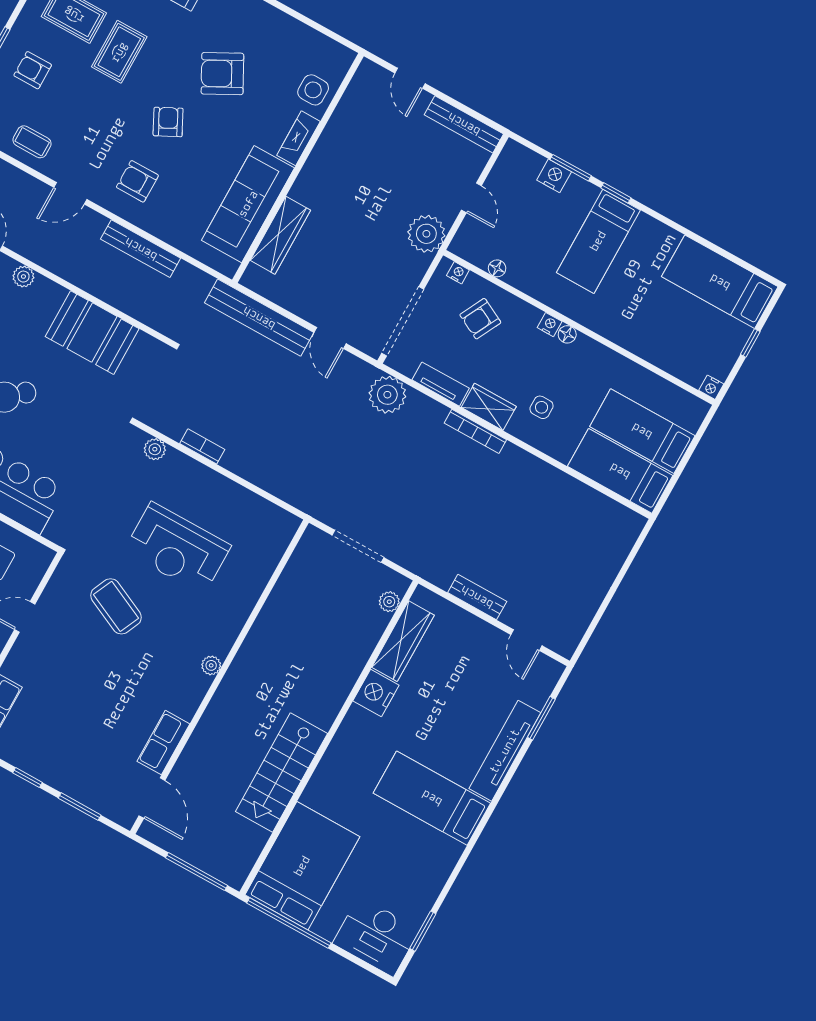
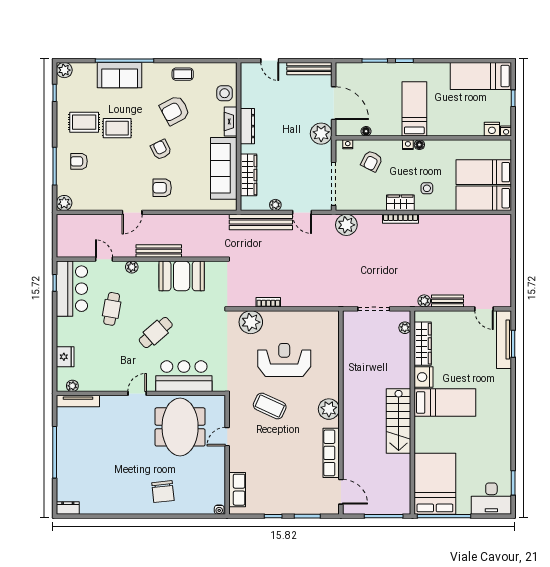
rug: (119, 52) -> (117, 128), turned 90
coffee table: (32, 142) -> (183, 74), moved
dresser: (320, 160) -> (247, 126), added
nightstand: (554, 176) -> (492, 129), moved, turned 180
door: (471, 198) -> (334, 103), width x1.88
bed: (598, 241) -> (414, 109), moved, turned 180
bench: (141, 249) -> (159, 251), moved
plant: (296, 304) -> (275, 205), added
tv unit: (441, 384) -> (370, 205), removed
plant: (155, 449) -> (251, 322), width x1.87, depth x1.87
reception desk: (177, 548) -> (284, 360), turned 180
plant: (442, 577) -> (424, 301), added
plant: (211, 665) -> (329, 409), width x1.88, depth x1.88
row of seats: (163, 743) -> (331, 453), width x1.48
tv unit: (505, 751) -> (504, 340), moved
stairs: (281, 772) -> (399, 421), moved
bed: (432, 798) -> (445, 402), moved, turned 180

